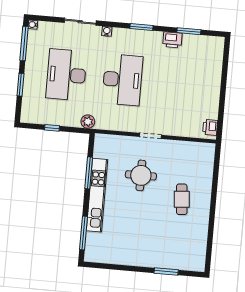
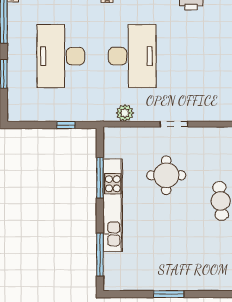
plant: (88, 122) -> (125, 113), moved
window: (52, 128) -> (66, 125), moved
window: (166, 271) -> (169, 294), moved

